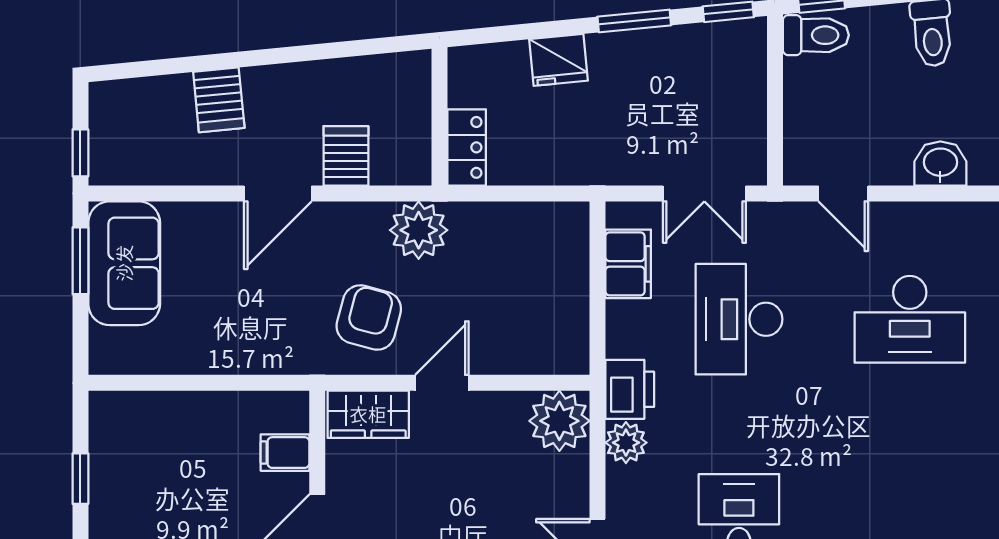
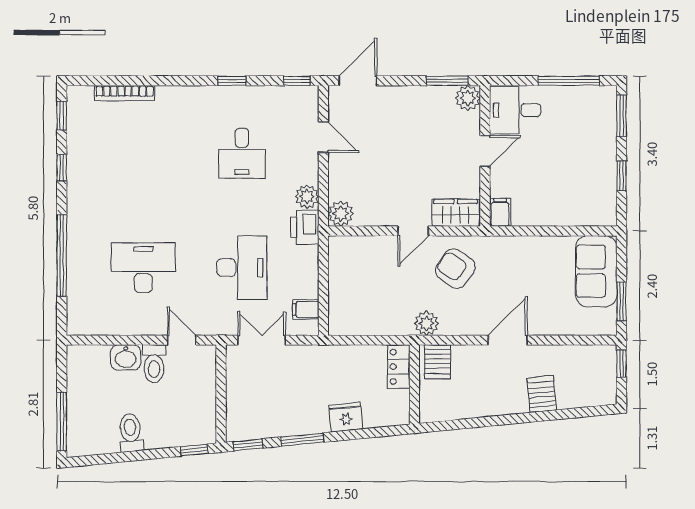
toilet: (816, 35) -> (154, 364), moved, turned -90
server rack: (346, 156) -> (438, 362), moved
plant: (419, 230) -> (427, 323), width x0.73, depth x0.73
sofa: (124, 263) -> (596, 271), moved
filing cabinet: (628, 264) -> (306, 309), width x0.50
armchair: (369, 318) -> (455, 269), turned 109
plant: (559, 421) -> (341, 214), width x0.73, depth x0.73
filing cabinet: (285, 453) -> (500, 212), moved, turned -90

